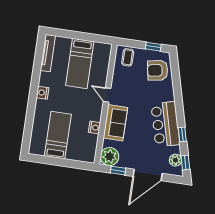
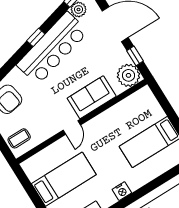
bar counter: (165, 124) -> (52, 48), width x1.36
nightstand: (94, 128) -> (113, 113), removed
window: (182, 134) -> (36, 37), moved

